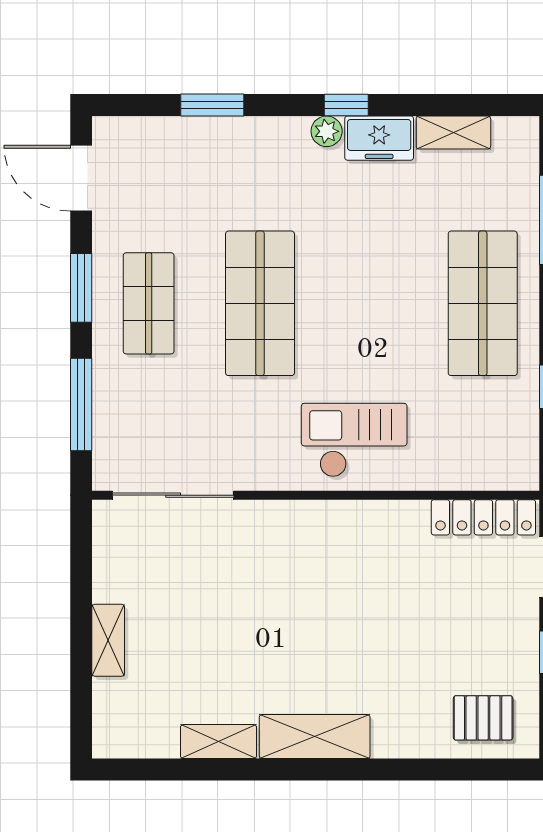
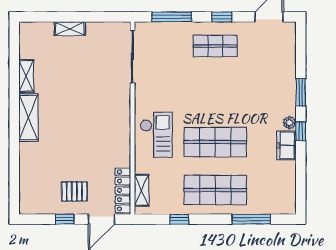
window: (212, 105) -> (301, 92), moved
shelving: (453, 133) -> (142, 190), moved
window: (81, 288) -> (222, 17), width x0.67
shop shelf: (260, 303) -> (215, 142), moved
pallet: (483, 718) -> (74, 191), moved, turned 90

